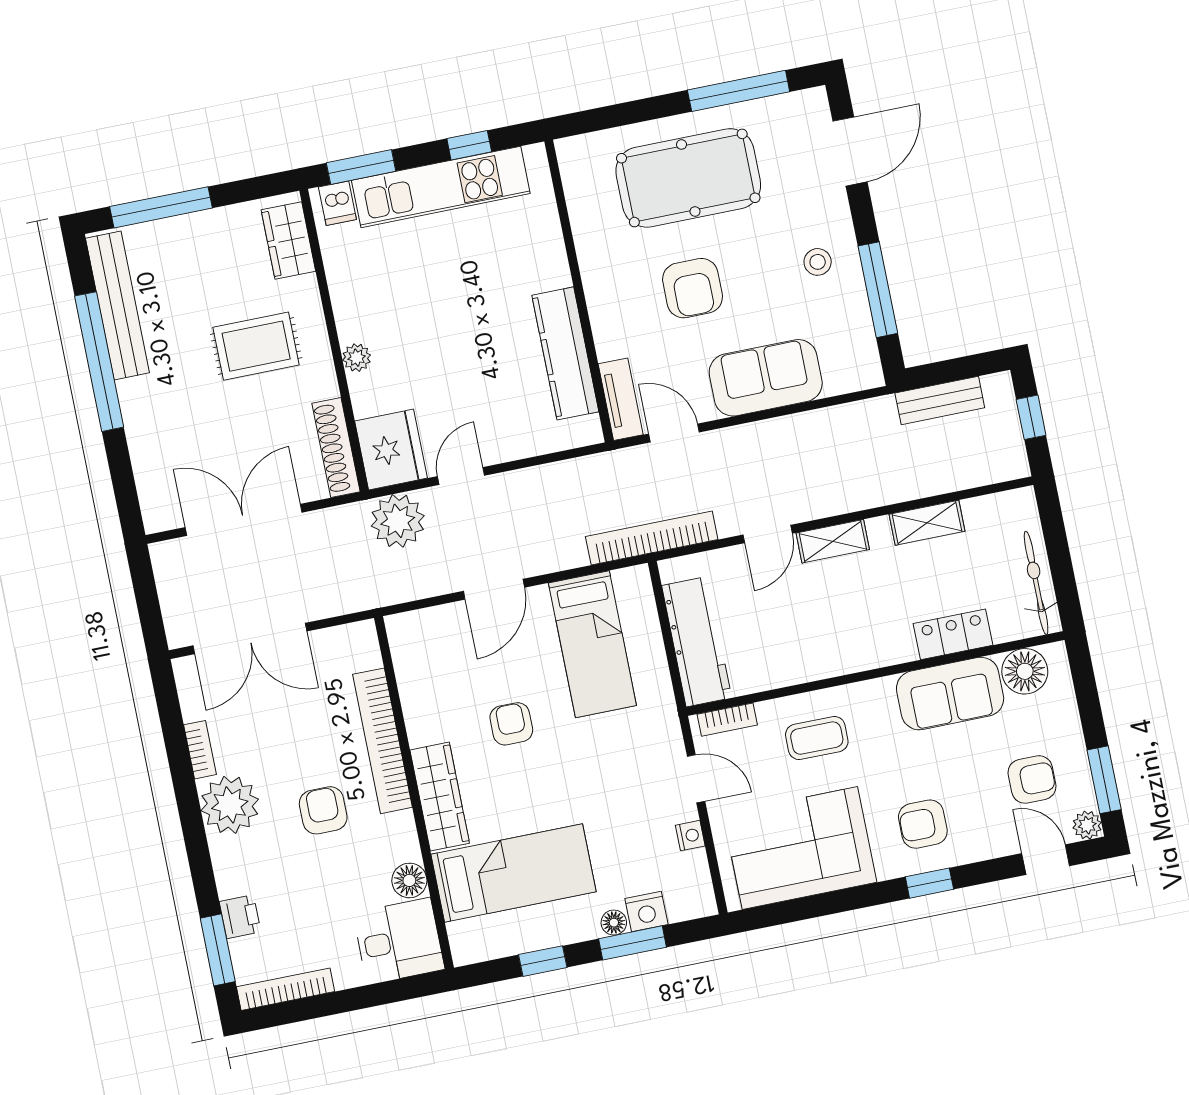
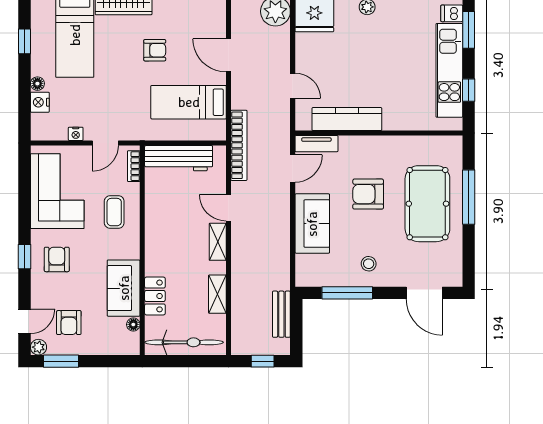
window: (739, 91) -> (469, 197), moved
door: (461, 476) -> (293, 86), moved
bicycle: (1036, 583) -> (184, 342), width x1.37, depth x1.40
floor lamp: (1025, 671) -> (133, 325), width x0.53, depth x0.53
window: (632, 943) -> (24, 91), removed

